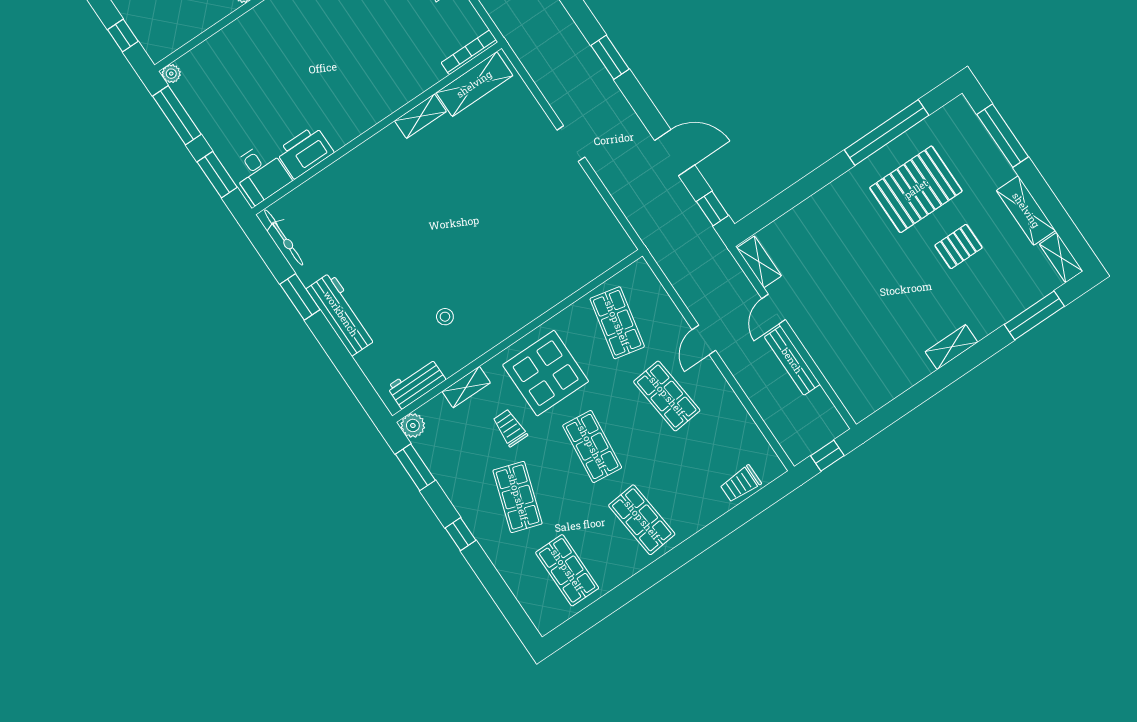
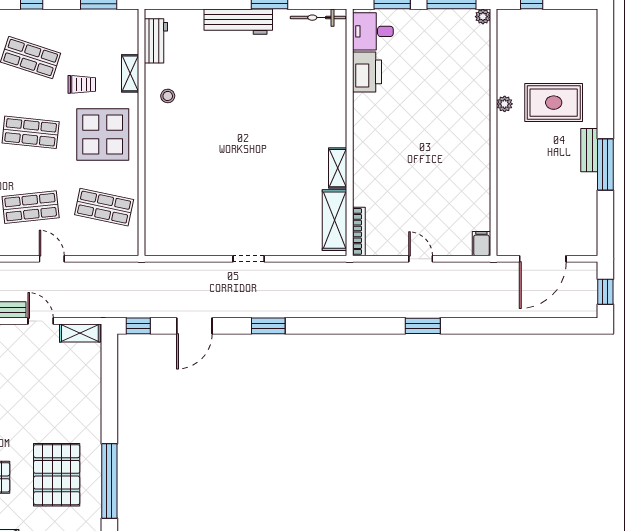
window: (610, 57) -> (268, 326), moved
stool: (445, 317) -> (168, 96), moved
plant: (413, 425) -> (129, 19), removed

